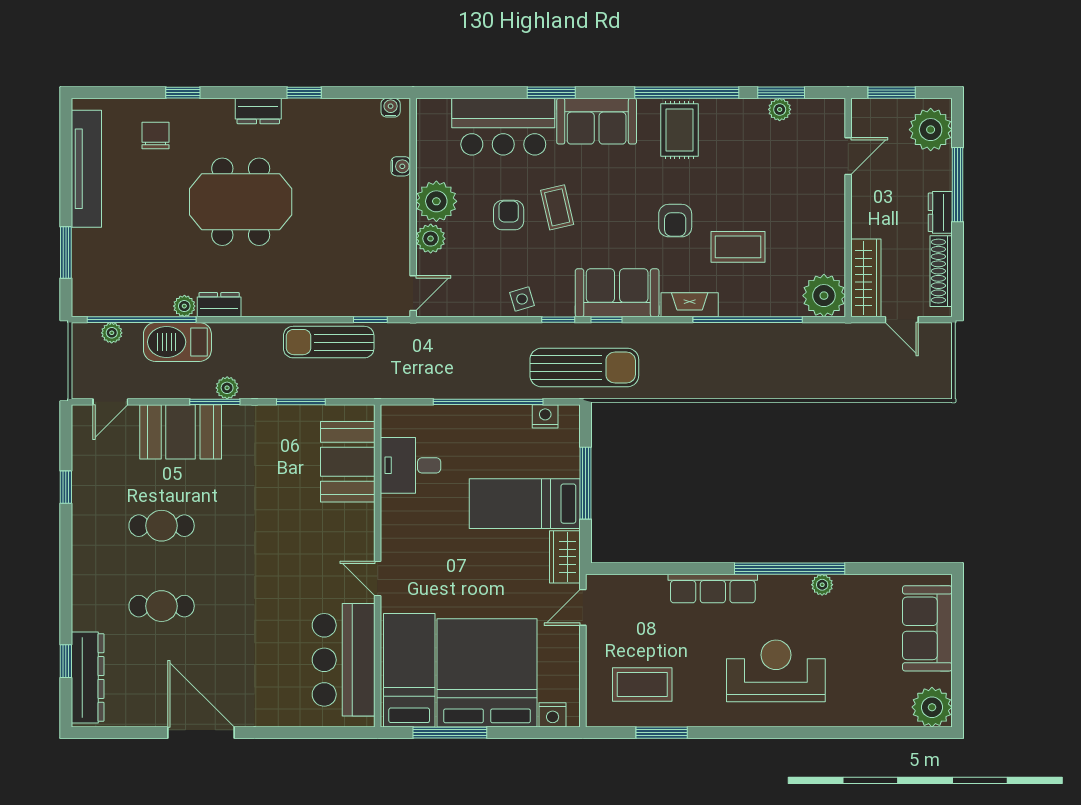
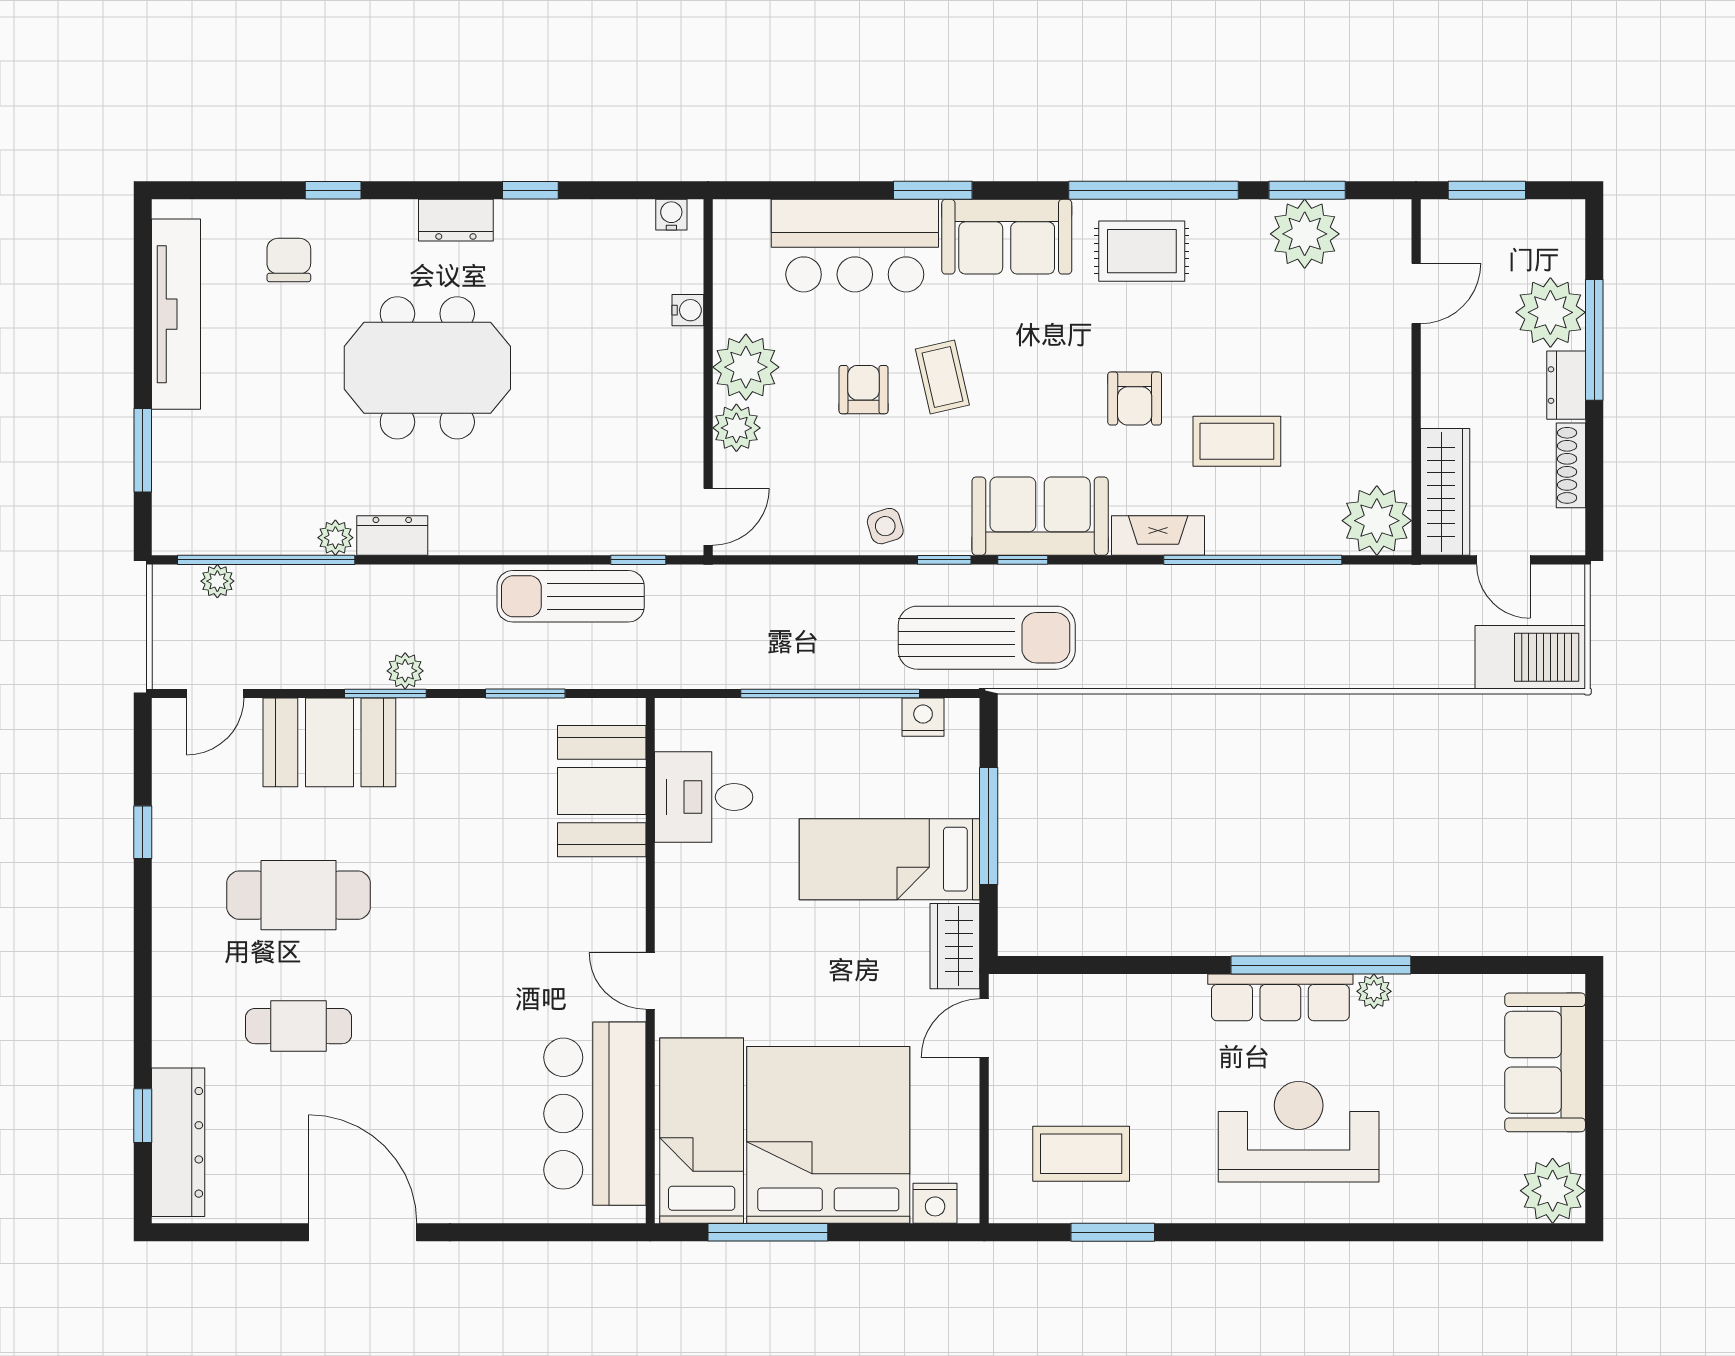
plant: (780, 109) -> (1305, 234), width x1.88, depth x1.88
rug: (680, 130) -> (1142, 251), turned 90
plant: (931, 130) -> (1550, 312), moved
shoe rack: (941, 271) -> (1571, 465), width x0.74, depth x0.81
barbecue: (177, 342) -> (1530, 657), moved, turned 180
cafe table: (162, 526) -> (299, 895), width x1.37, depth x1.35
row of seats: (713, 589) -> (1280, 997), moved

